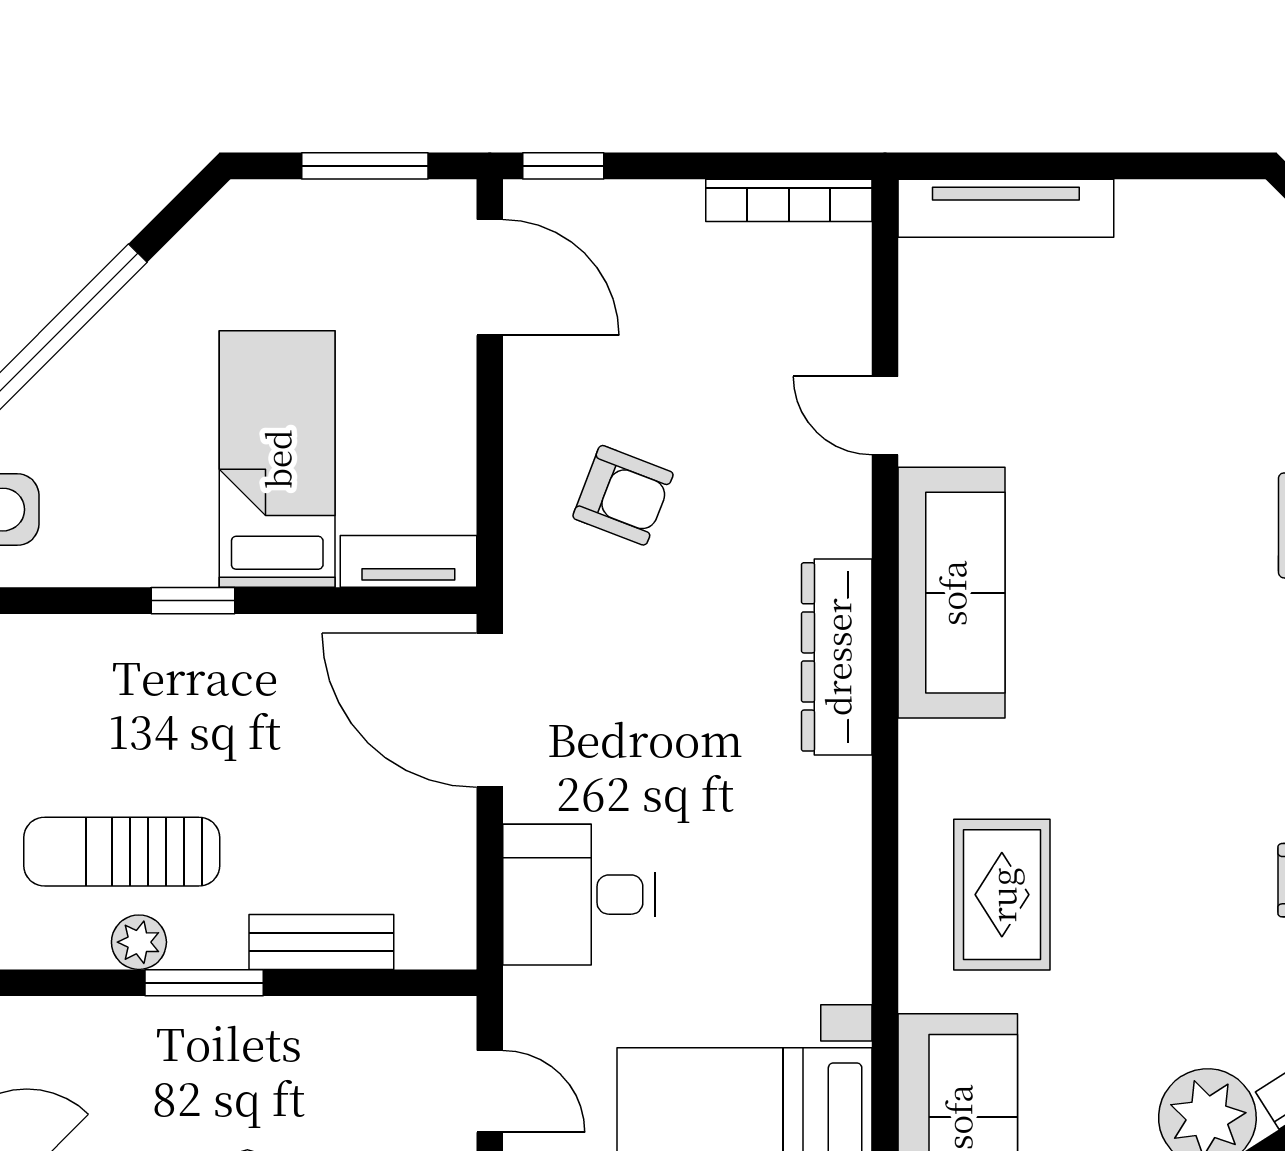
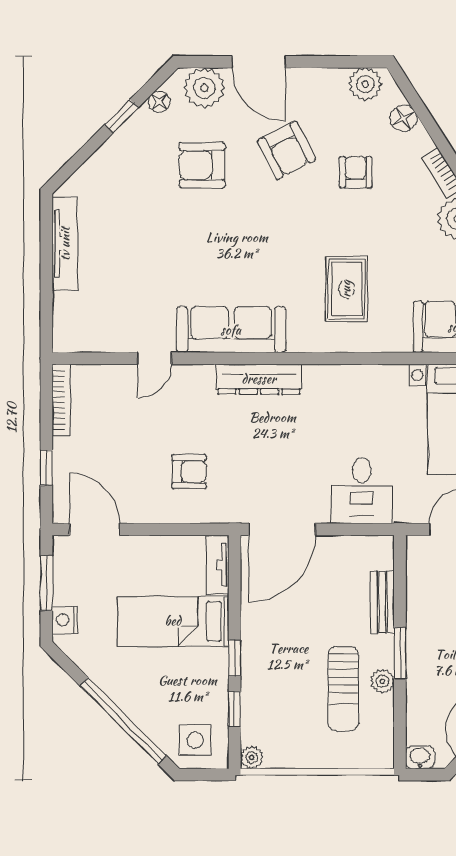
window: (563, 166) -> (46, 468), moved
nightstand: (280, 208) -> (65, 620), added
tv unit: (1006, 208) -> (65, 244), moved
door: (490, 277) -> (95, 529), hinge flipped
armchair: (623, 495) -> (189, 472), turned 69
window: (75, 601) -> (235, 709), added
rug: (1002, 895) -> (346, 289), moved, turned 90

